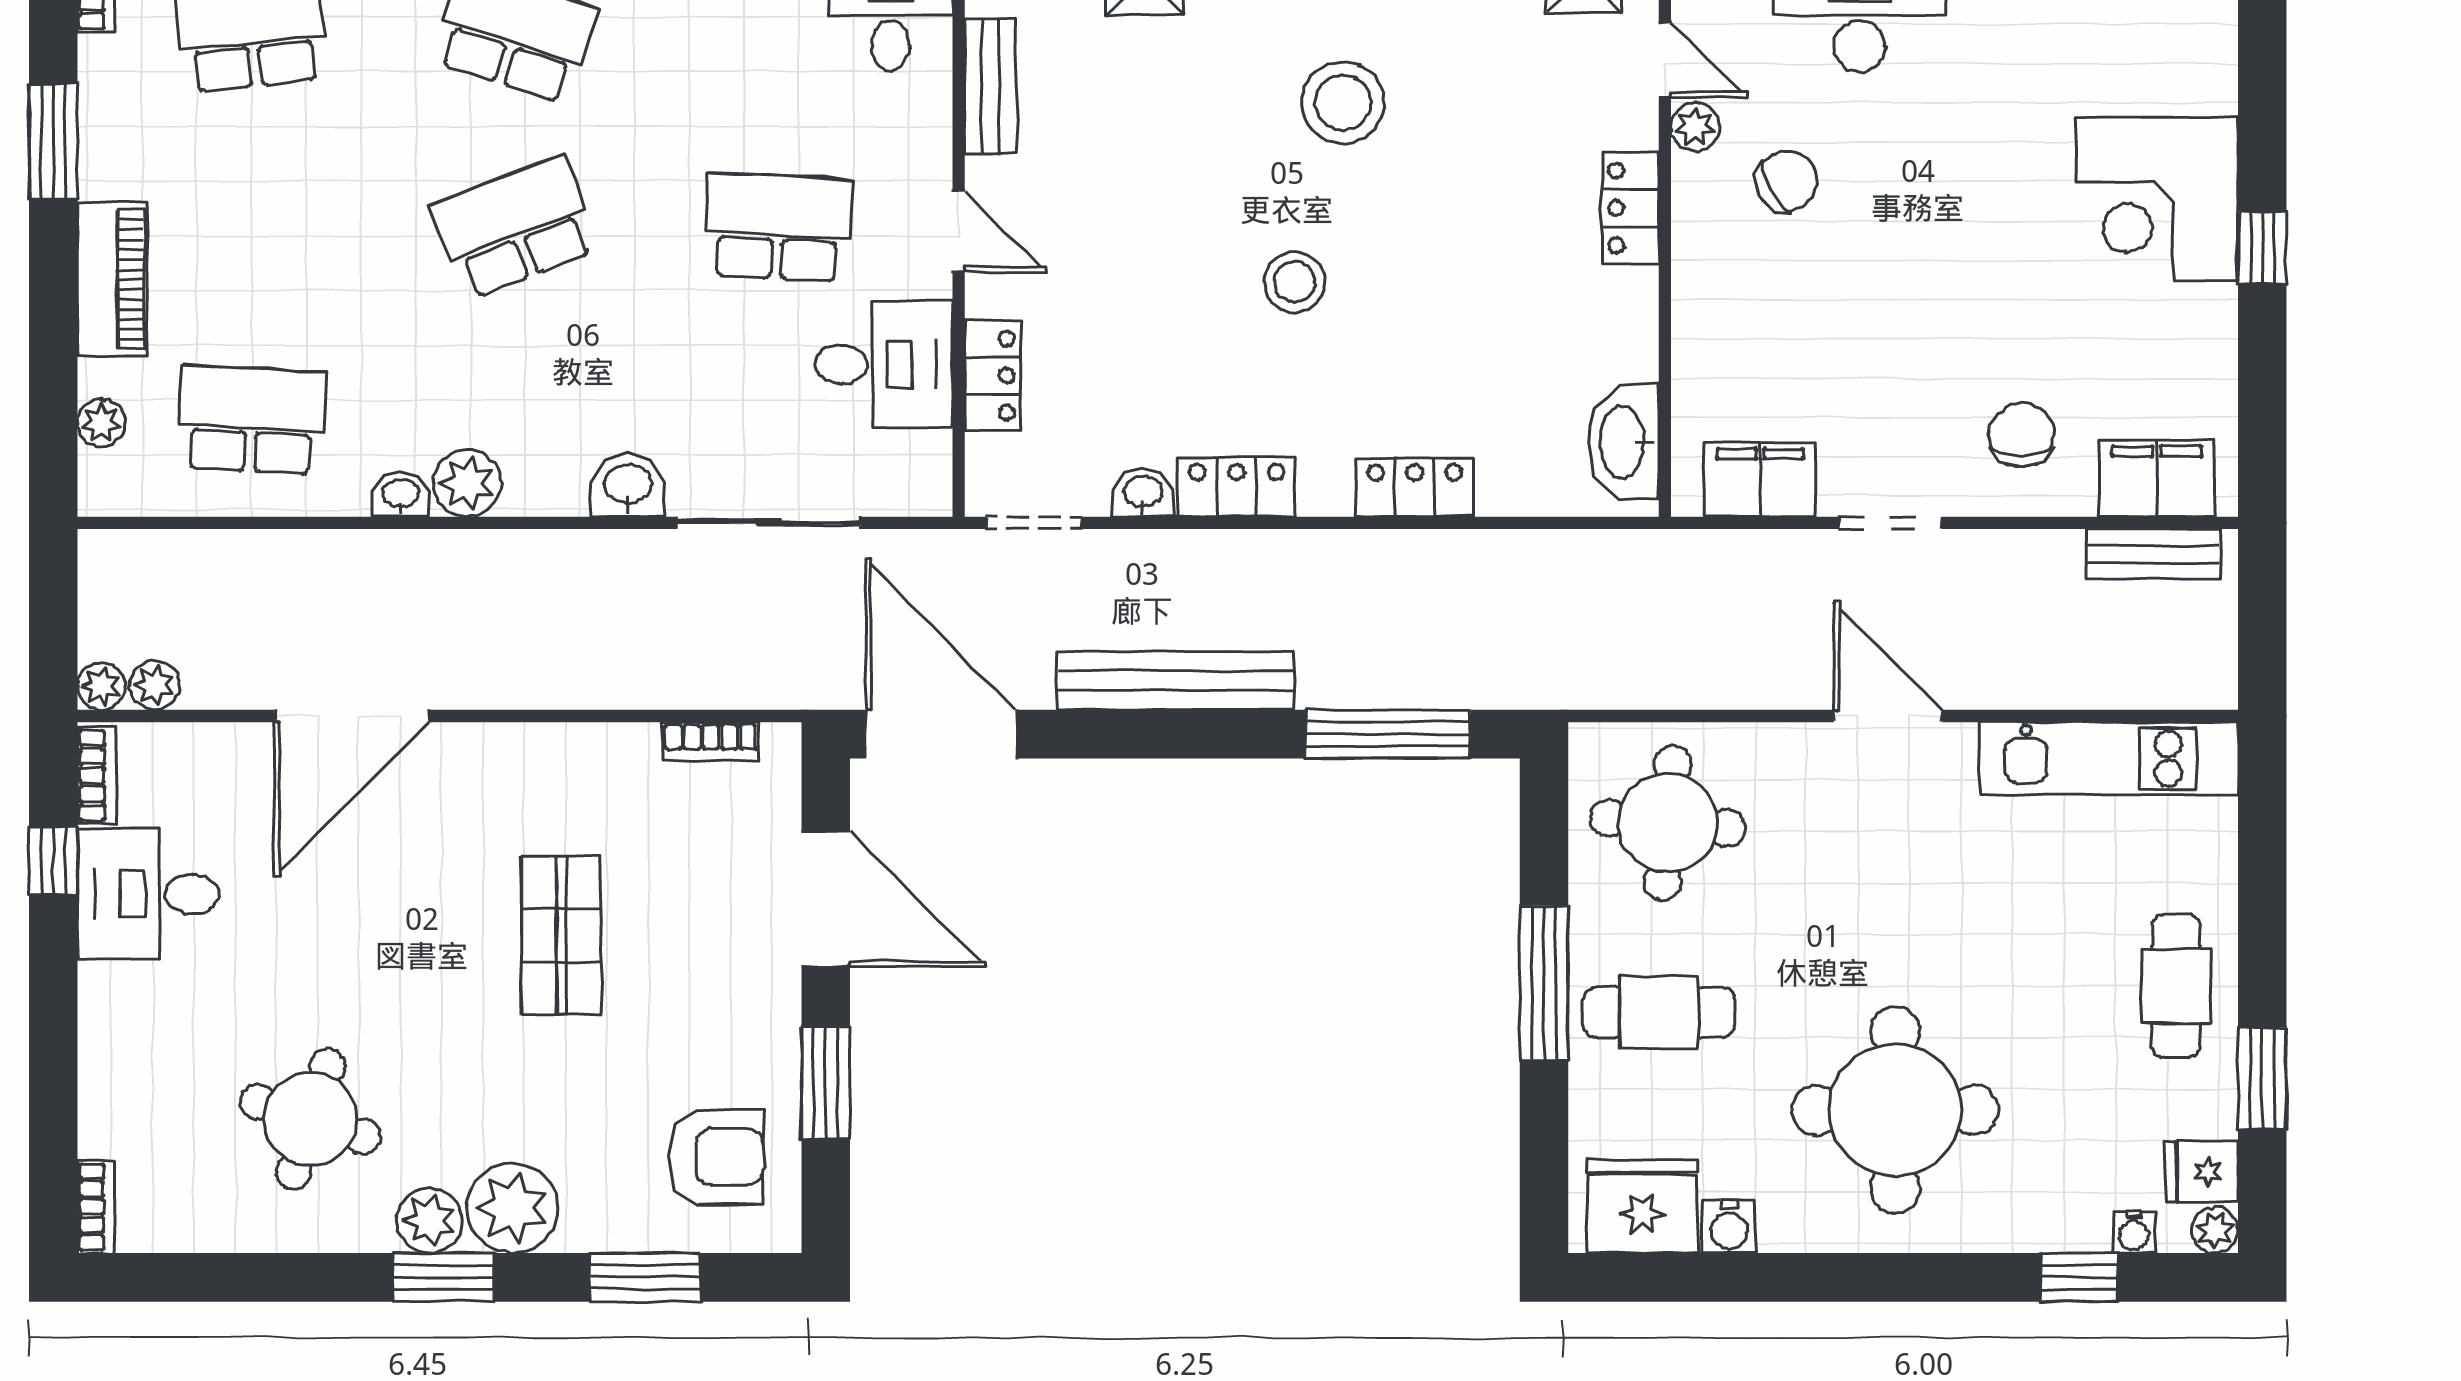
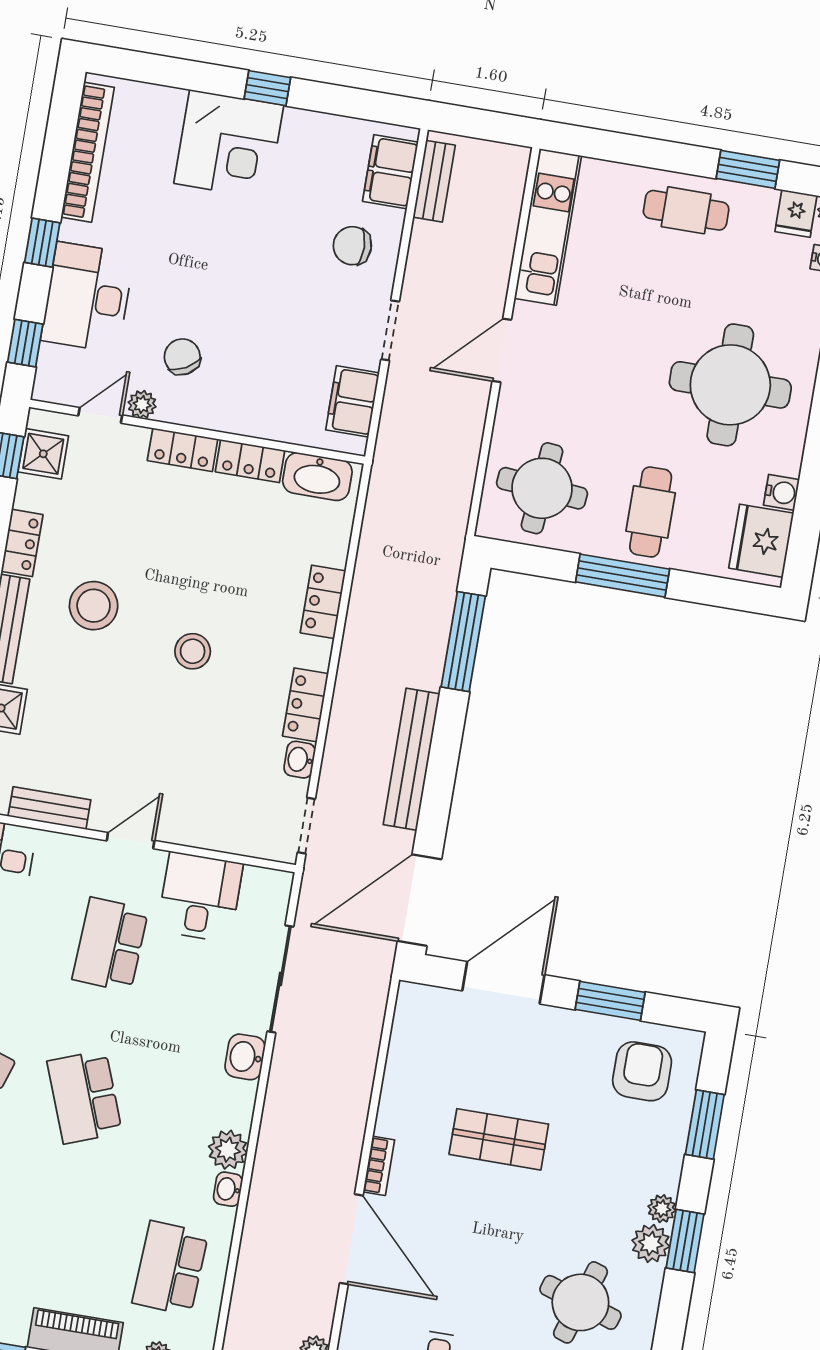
locker: (993, 376) -> (250, 461), moved, turned 180
bookcase: (711, 741) -> (379, 1166), moved
plant: (512, 1208) -> (662, 1209), width x0.53, depth x0.53

